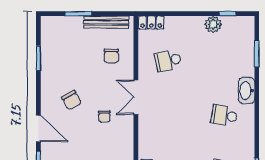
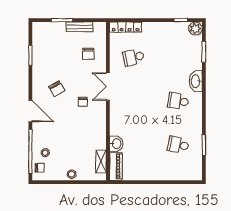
bench: (106, 22) -> (80, 27), width x0.73
locker: (151, 22) -> (126, 27), width x1.53
plant: (213, 24) -> (195, 28), moved

